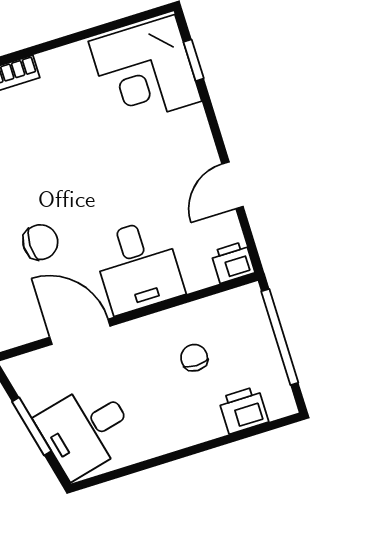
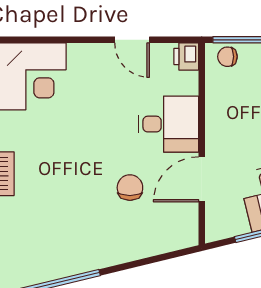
window: (194, 60) -> (35, 40), removed
chair: (194, 358) -> (227, 57), moved

